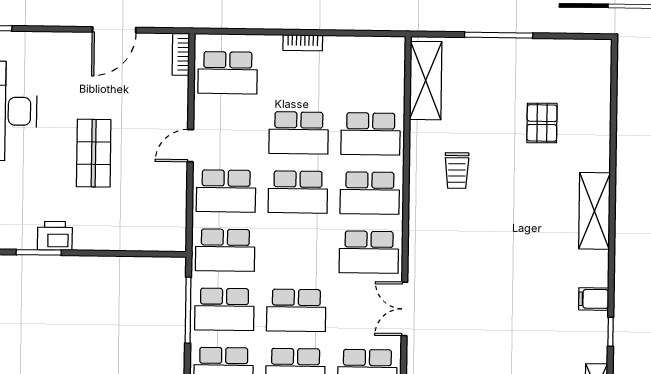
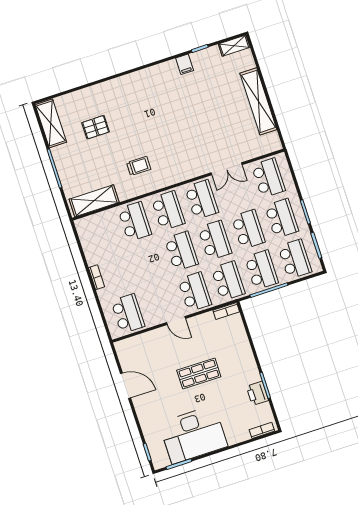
bookcase: (181, 54) -> (226, 311), moved
school desk: (299, 133) -> (215, 240), moved
shelving: (594, 211) -> (51, 123), moved, turned 90
printer: (55, 236) -> (257, 393), moved

